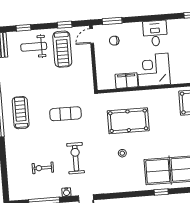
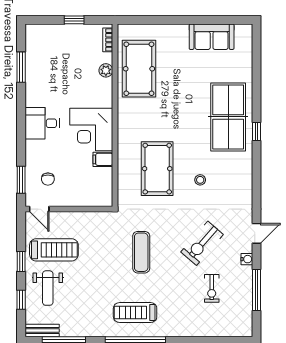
window: (65, 25) -> (21, 261), moved
filing cabinet: (127, 81) -> (103, 159), width x0.50
exercise bike: (76, 158) -> (202, 243), turned -49

